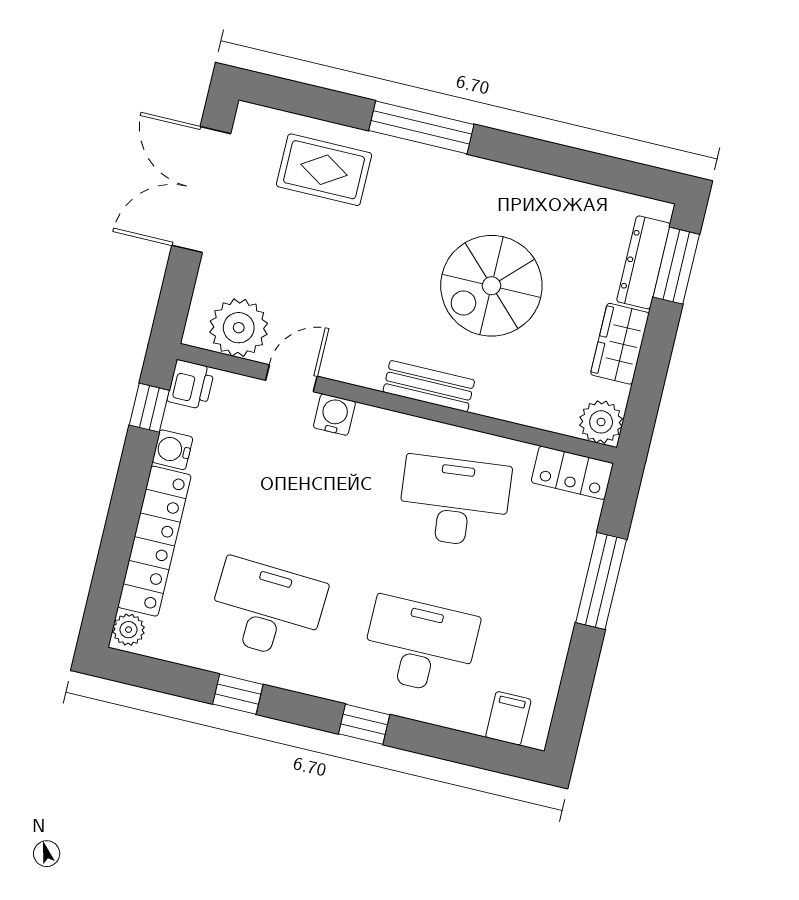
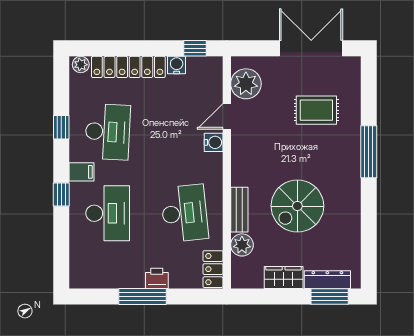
rug: (324, 170) -> (316, 110), moved, turned 90
spiral stairs: (491, 286) -> (297, 206), turned -90
door: (291, 378) -> (227, 116), swing flipped
printer: (191, 385) -> (157, 278), moved, turned 180
bench: (429, 386) -> (239, 210), moved
plant: (601, 422) -> (242, 245), moved
window: (601, 581) -> (142, 297), moved
filing cabinet: (508, 718) -> (82, 172), moved

